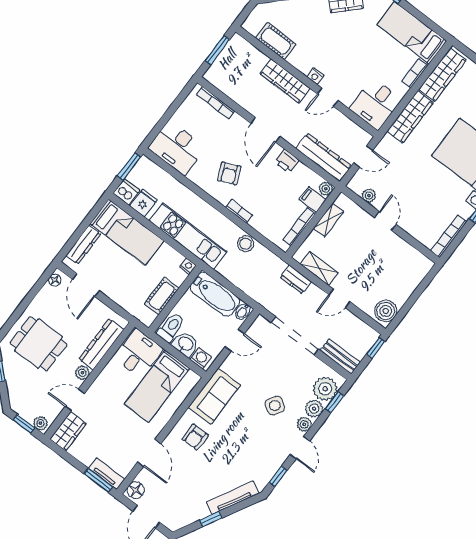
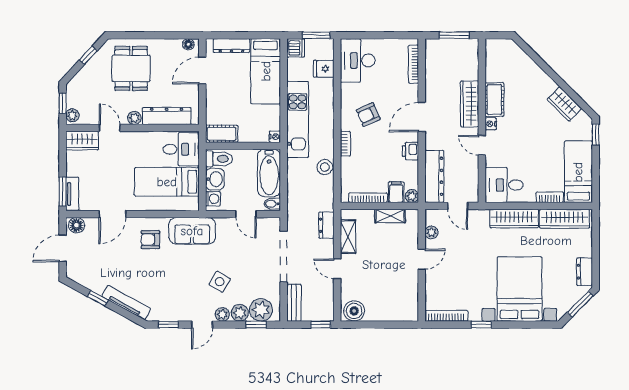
cot: (276, 41) -> (494, 100), moved
fridge: (144, 203) -> (324, 69), moved, turned 180
cot: (162, 296) -> (222, 134), moved

